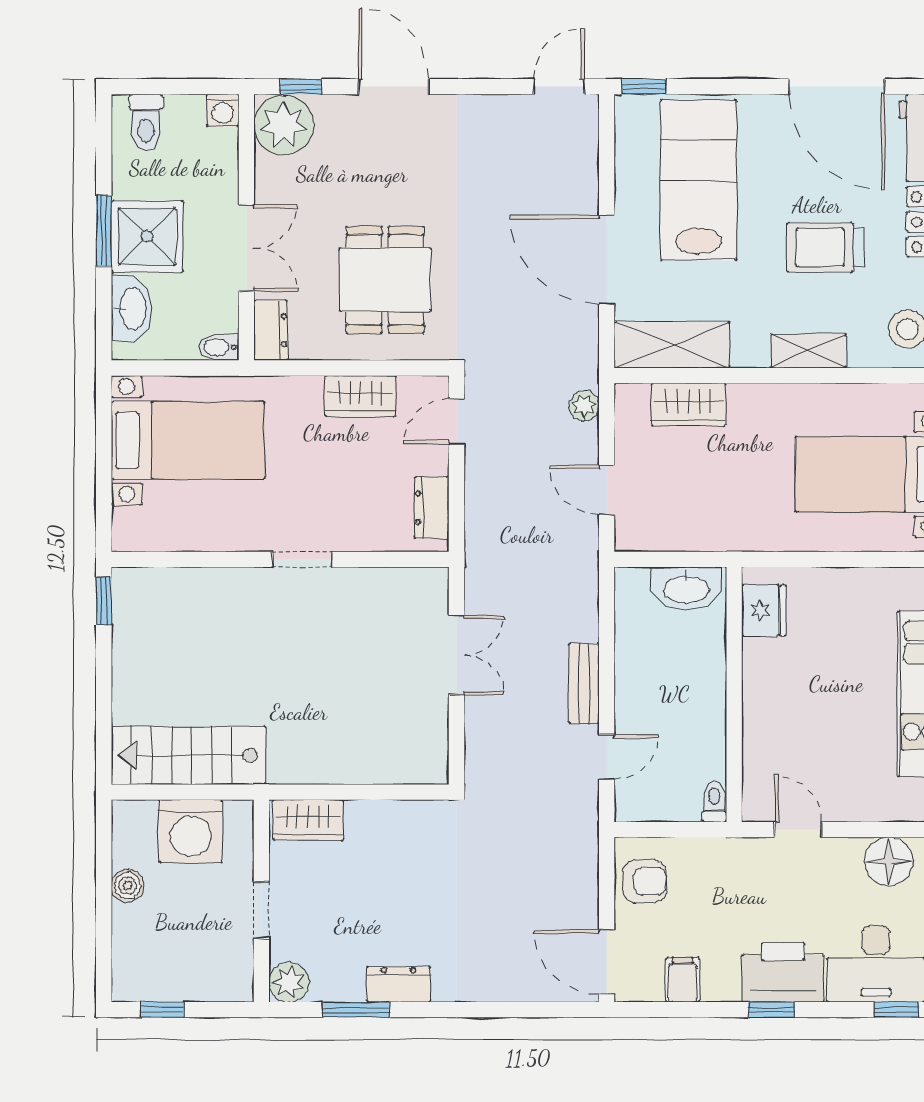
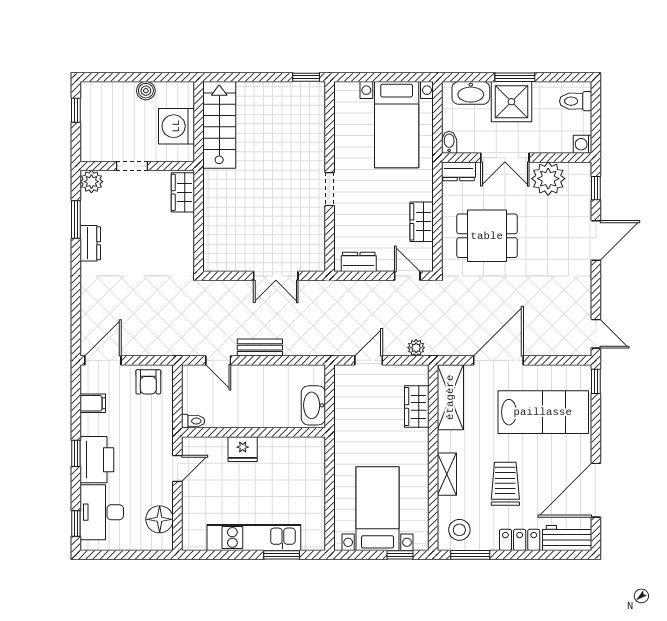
plant: (284, 125) -> (548, 179), moved
fridge: (764, 610) -> (243, 449), moved

